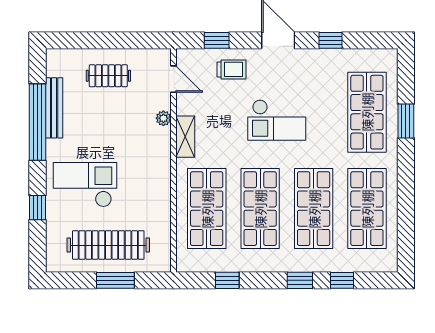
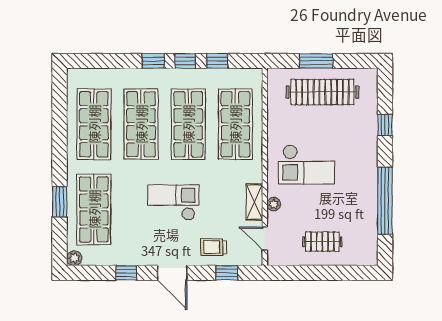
plant: (389, 57) -> (74, 258), added
bench: (54, 108) -> (370, 213), removed
shelving: (185, 137) -> (254, 202), moved
checkout: (85, 185) -> (306, 164), moved
window: (342, 280) -> (185, 61), moved

